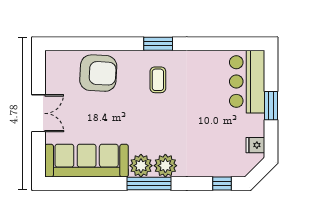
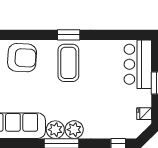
coffee table: (158, 80) -> (68, 63), width x1.86, depth x1.72

